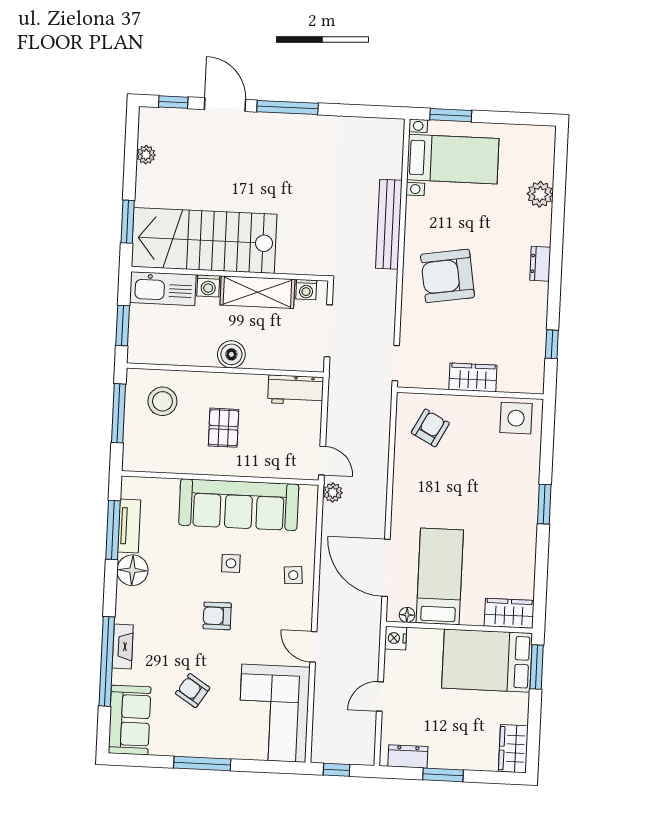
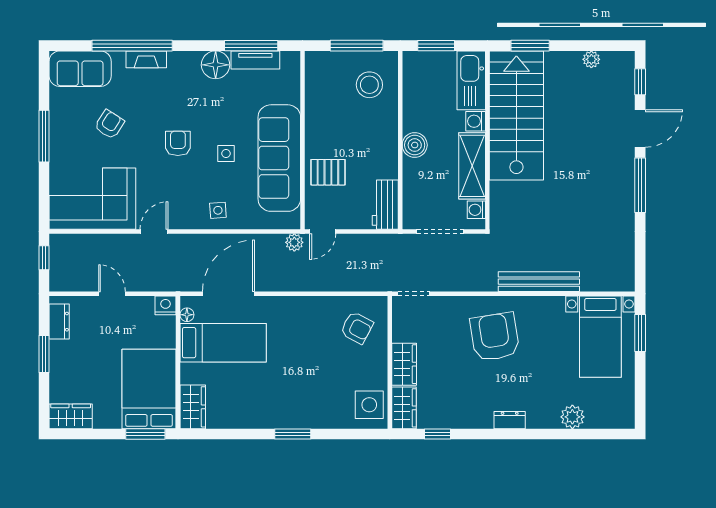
wardrobe: (521, 380) -> (404, 408), added
pallet: (224, 428) -> (328, 172), moved

